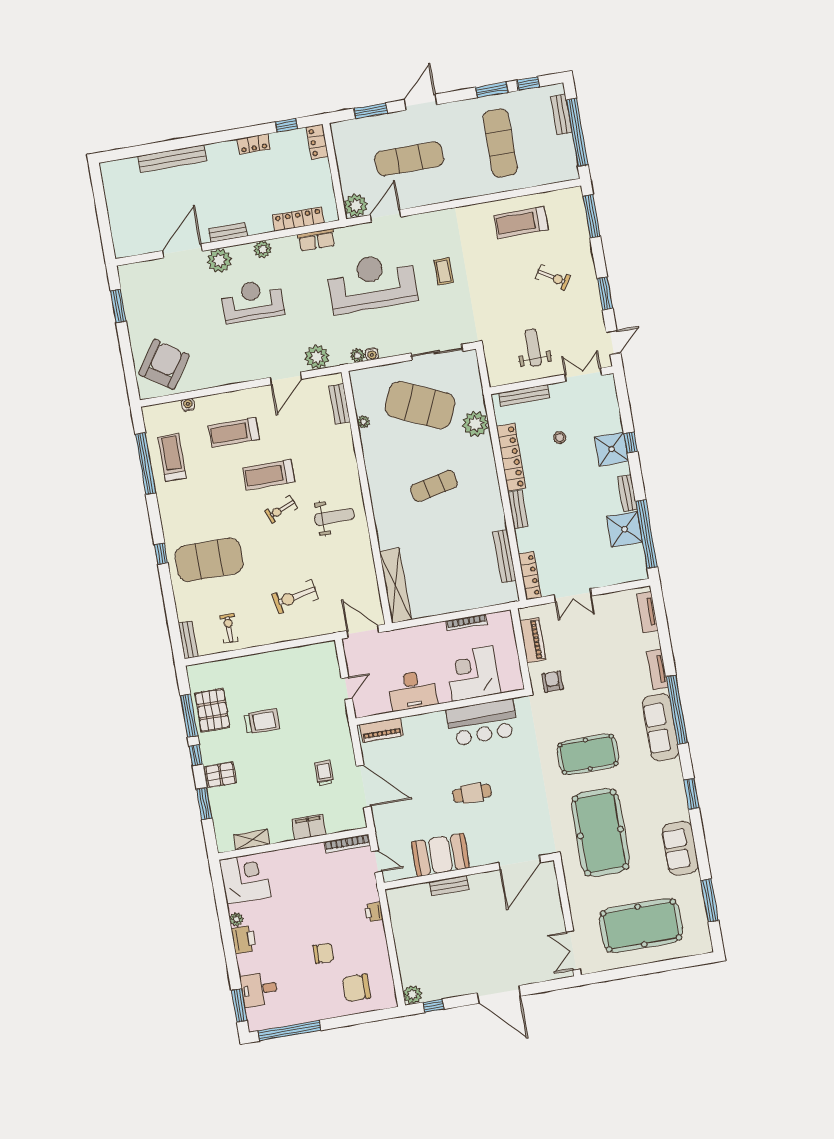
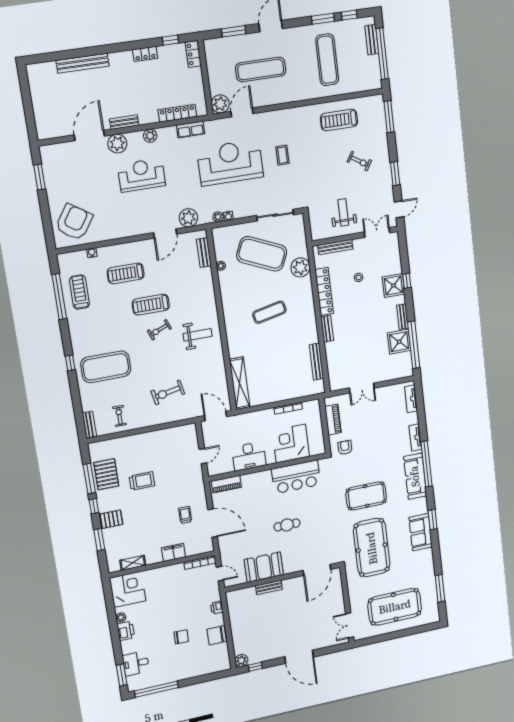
locker: (530, 576) -> (333, 375), removed
sofa: (680, 848) -> (421, 532), moved
chair: (356, 988) -> (217, 635), moved

